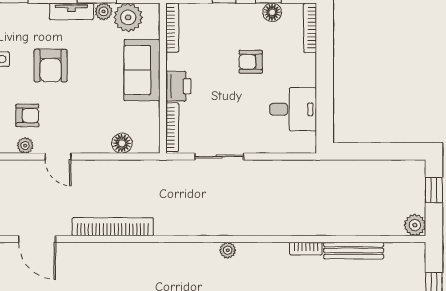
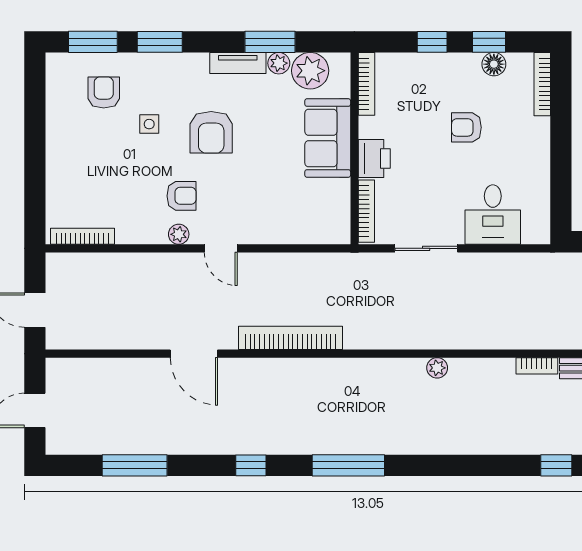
desk: (293, 109) -> (493, 215), moved, turned 90
floor lamp: (122, 143) -> (302, 231), removed

